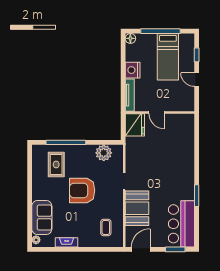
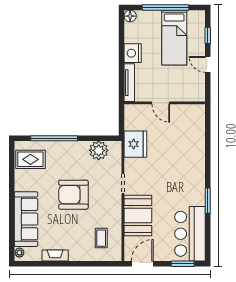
fridge: (135, 125) -> (135, 144), moved
rug: (56, 164) -> (30, 159), moved, turned 90
sofa: (42, 217) -> (26, 219), width x1.36

